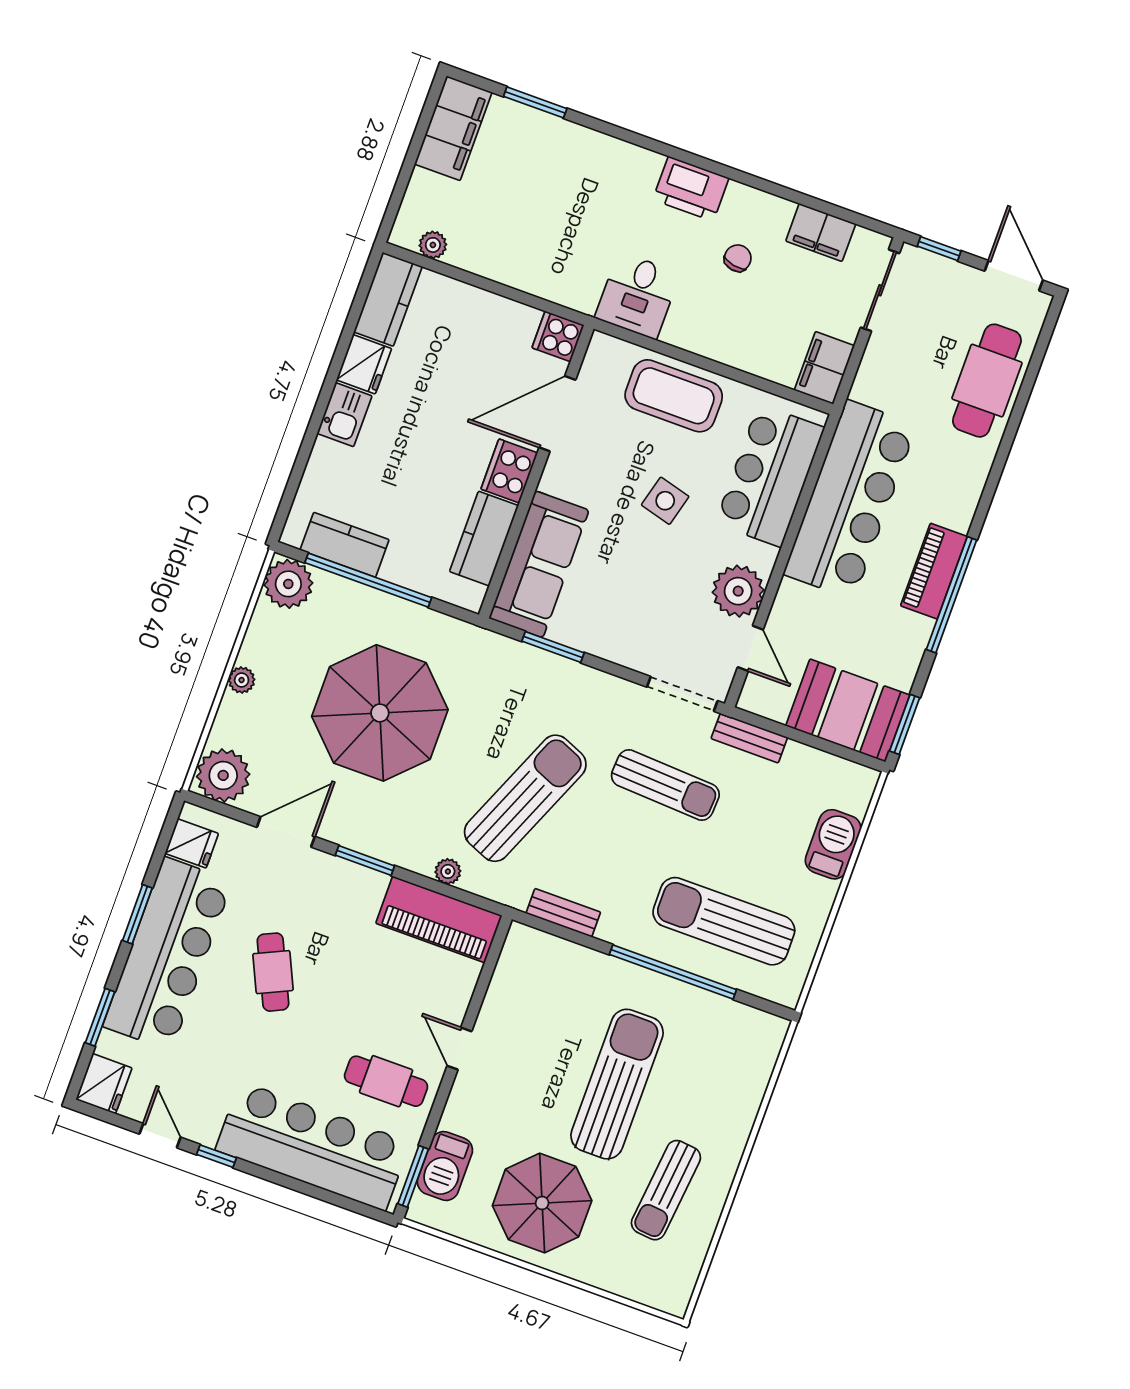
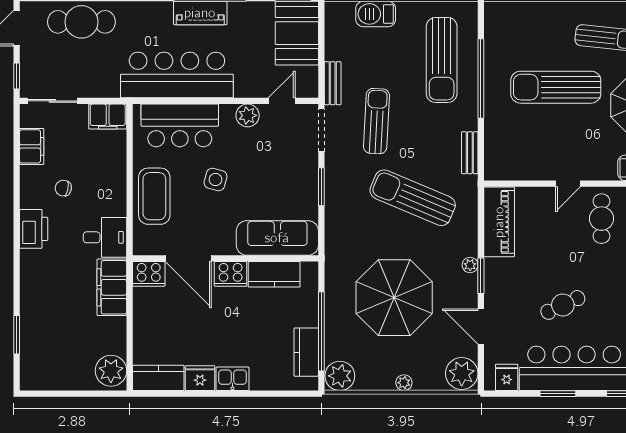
filing cabinet: (453, 128) -> (112, 287), moved, turned -90
plant: (433, 245) -> (111, 371), width x1.88, depth x1.88
cooker: (558, 336) -> (149, 274), width x1.36
plant: (738, 591) -> (248, 115), width x0.73, depth x0.73
window: (553, 647) -> (321, 187), moved
plant: (448, 871) -> (470, 265), moved

